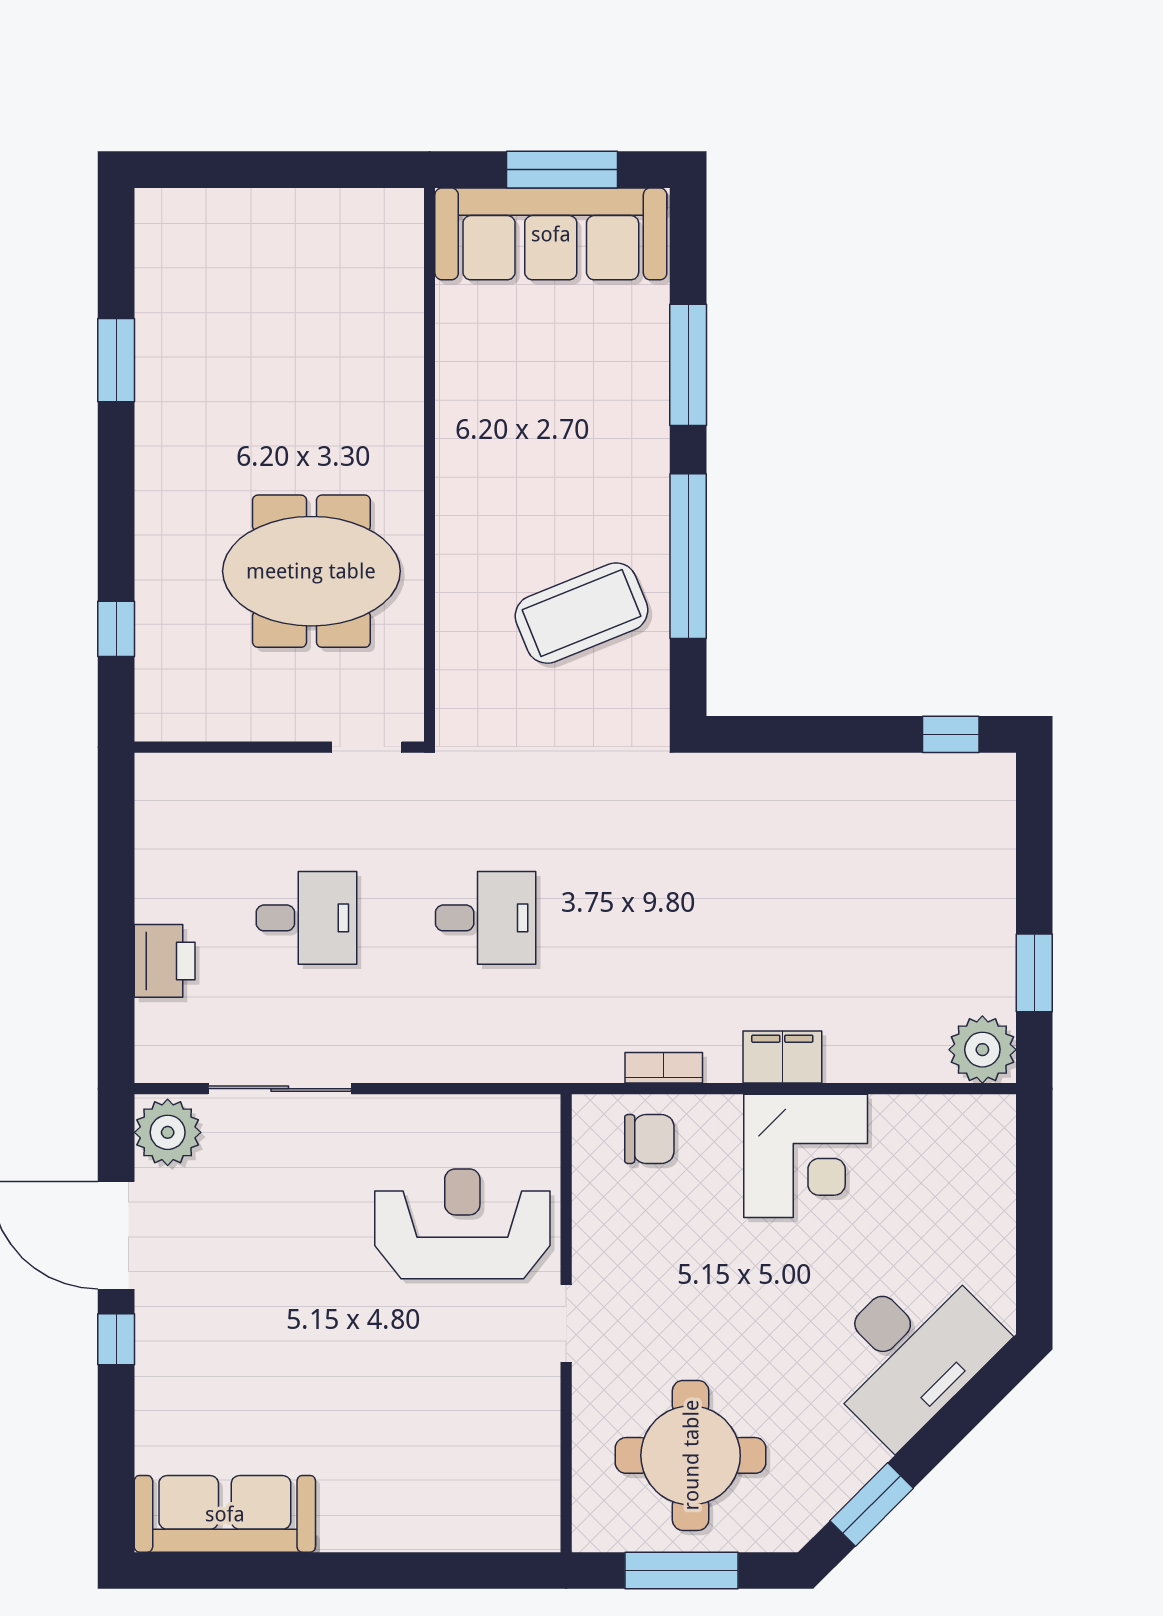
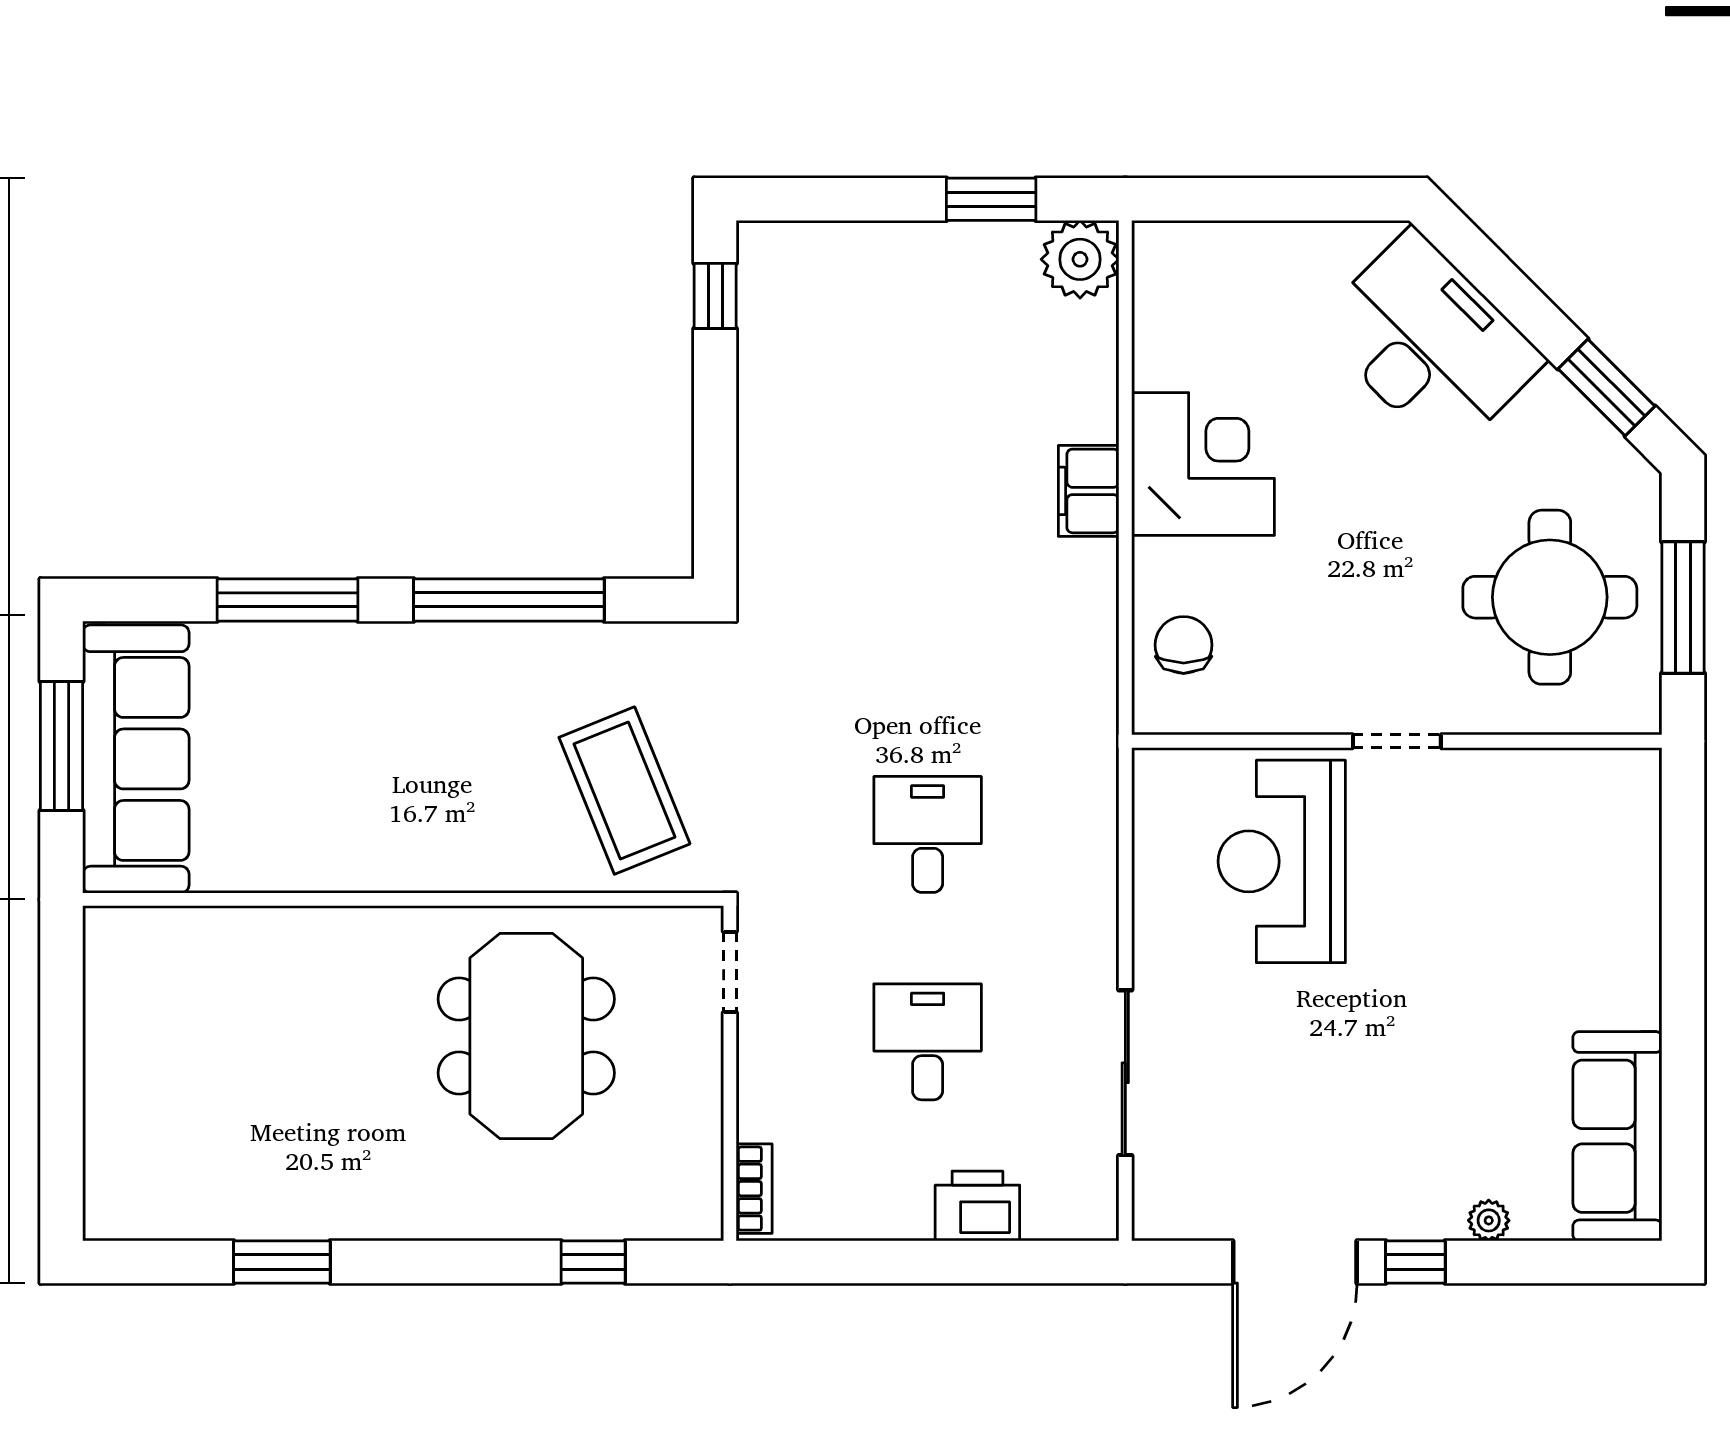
coffee table: (581, 613) -> (624, 791), moved
bookcase: (664, 1068) -> (754, 1189), moved, turned 180
plant: (168, 1132) -> (1489, 1220), moved, width x0.53, depth x0.53

